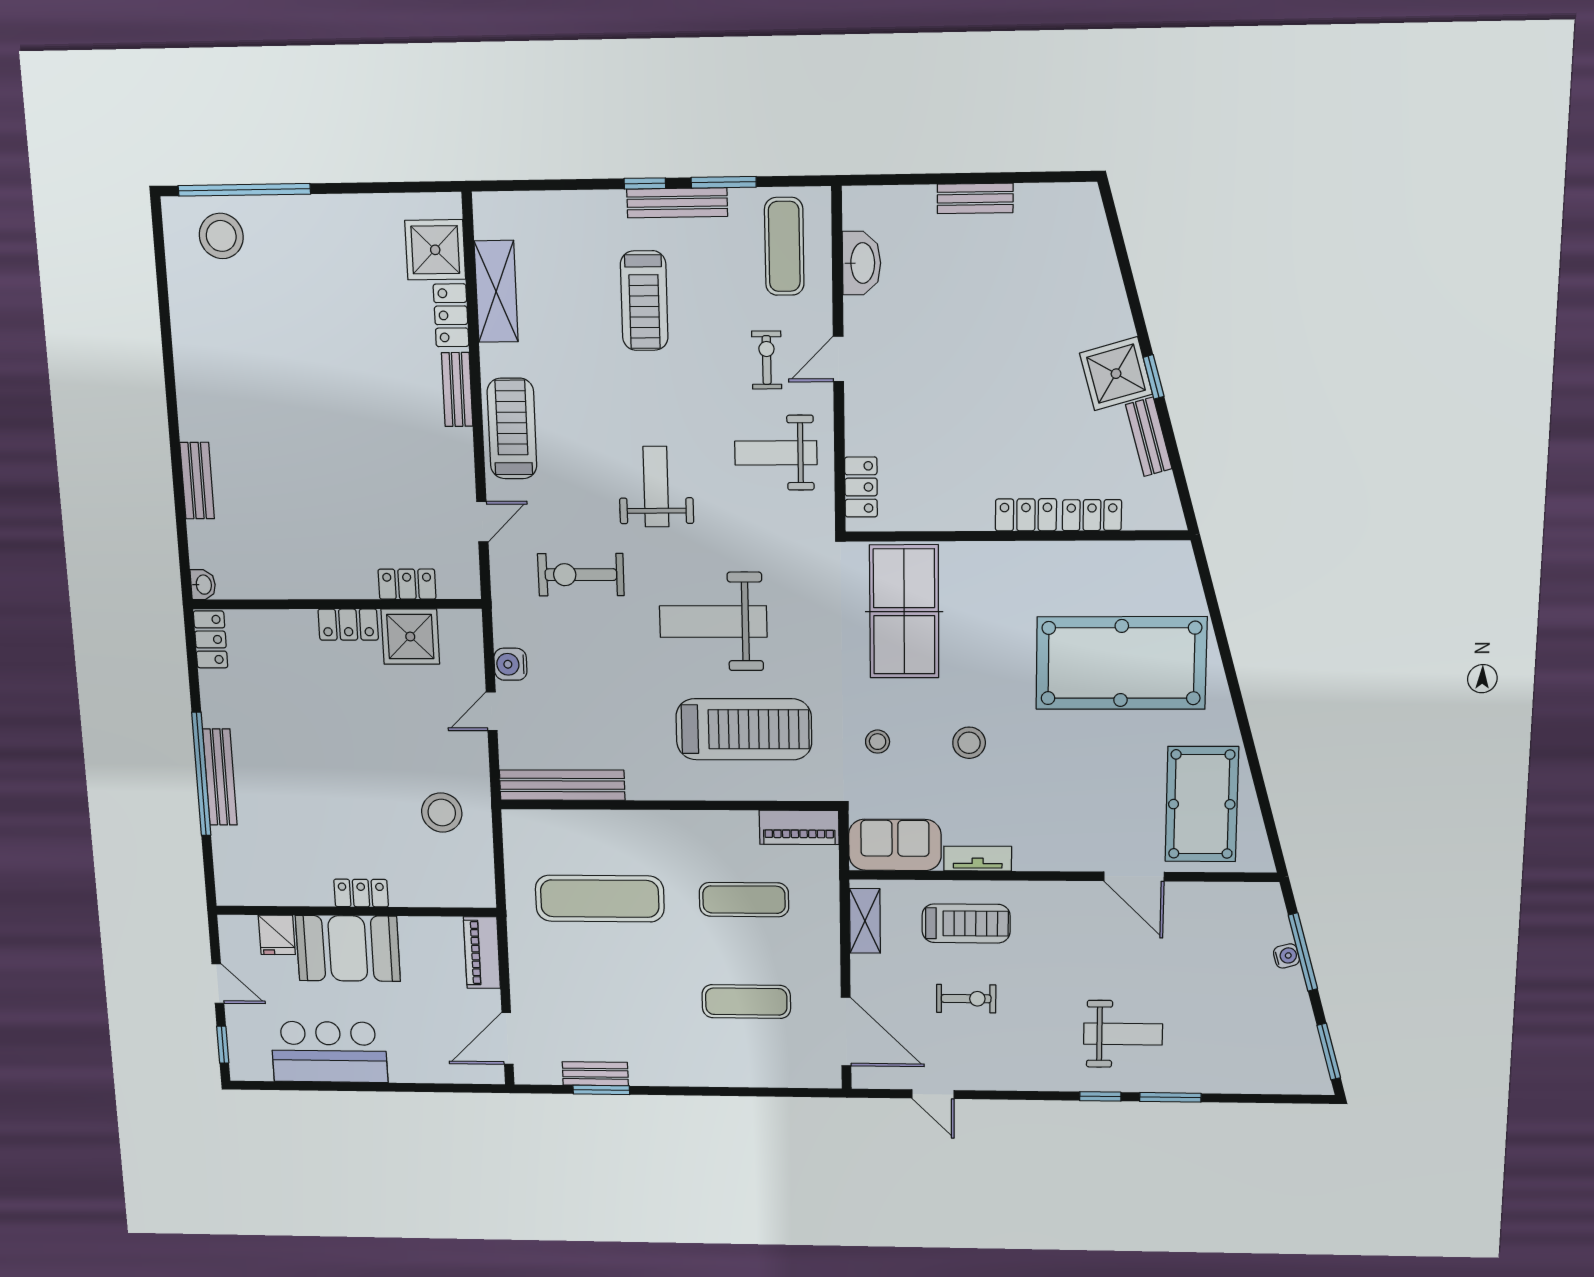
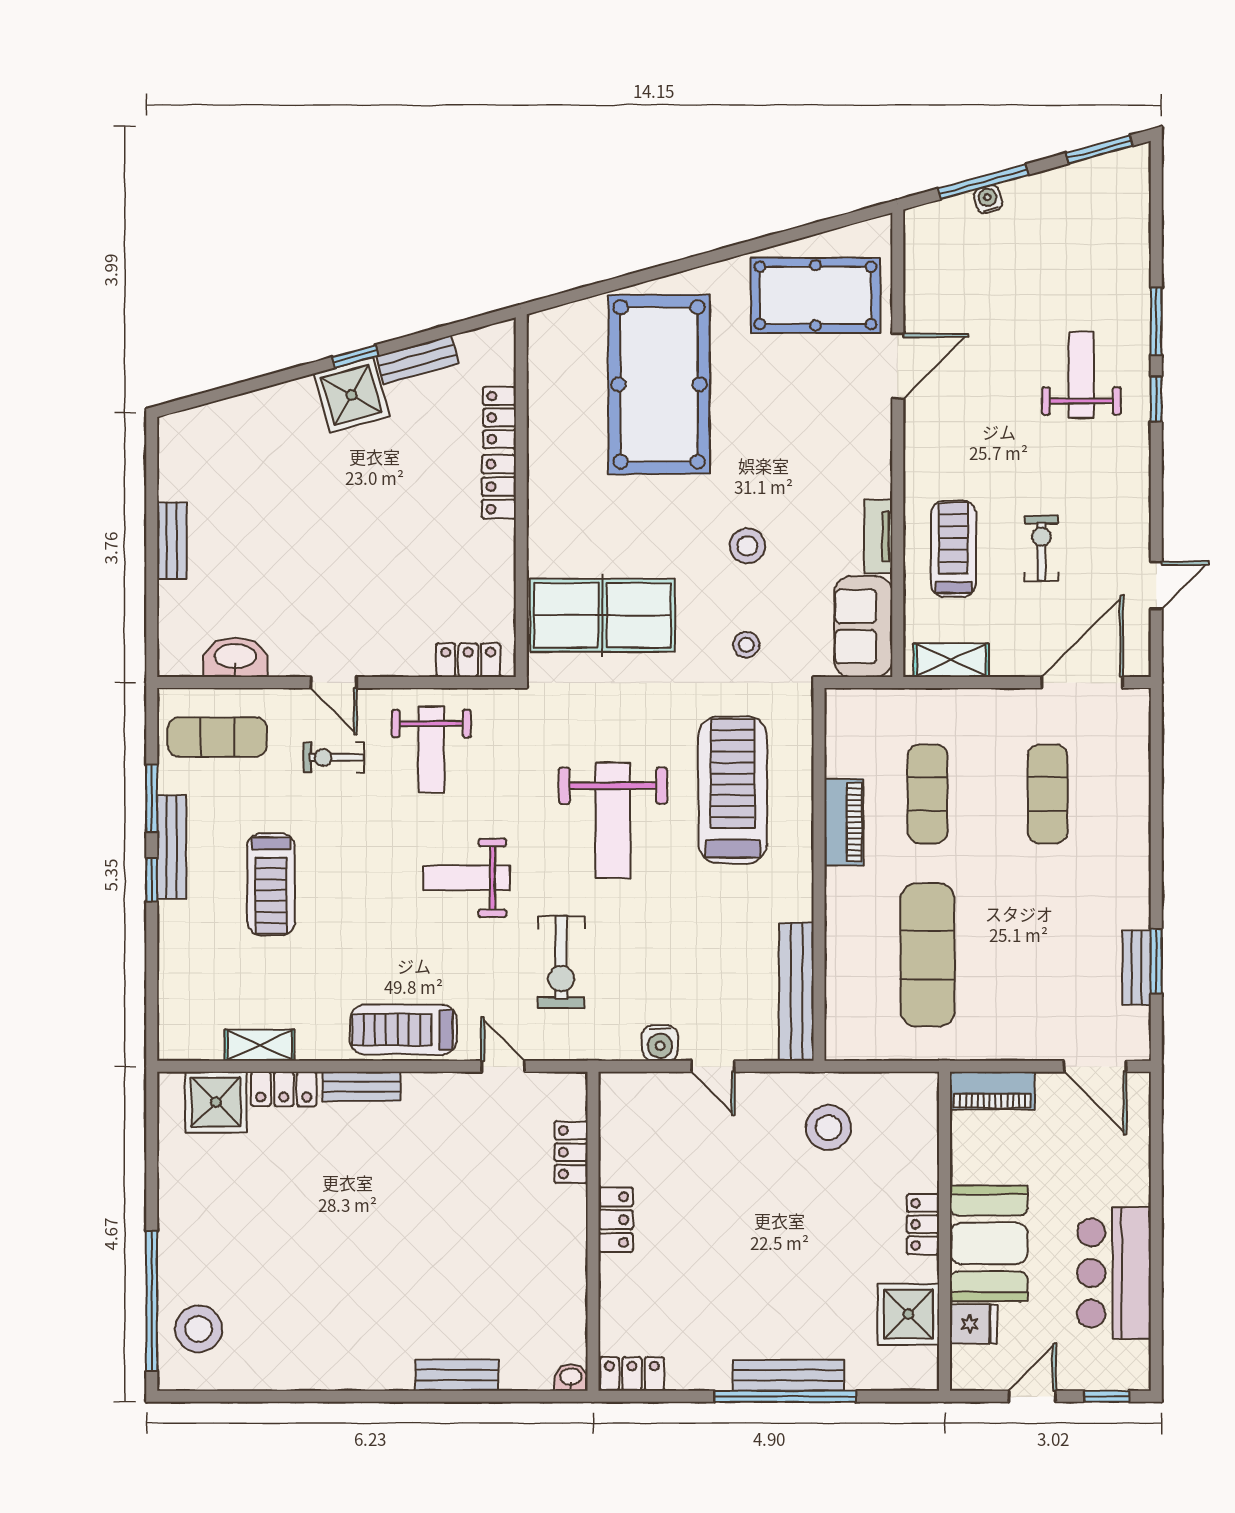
shelving: (496, 291) -> (260, 1045), width x0.67, depth x0.75
treadmill: (644, 301) -> (271, 884), turned 90
shower: (410, 637) -> (908, 1314), moved
piano: (799, 827) -> (844, 822), moved

